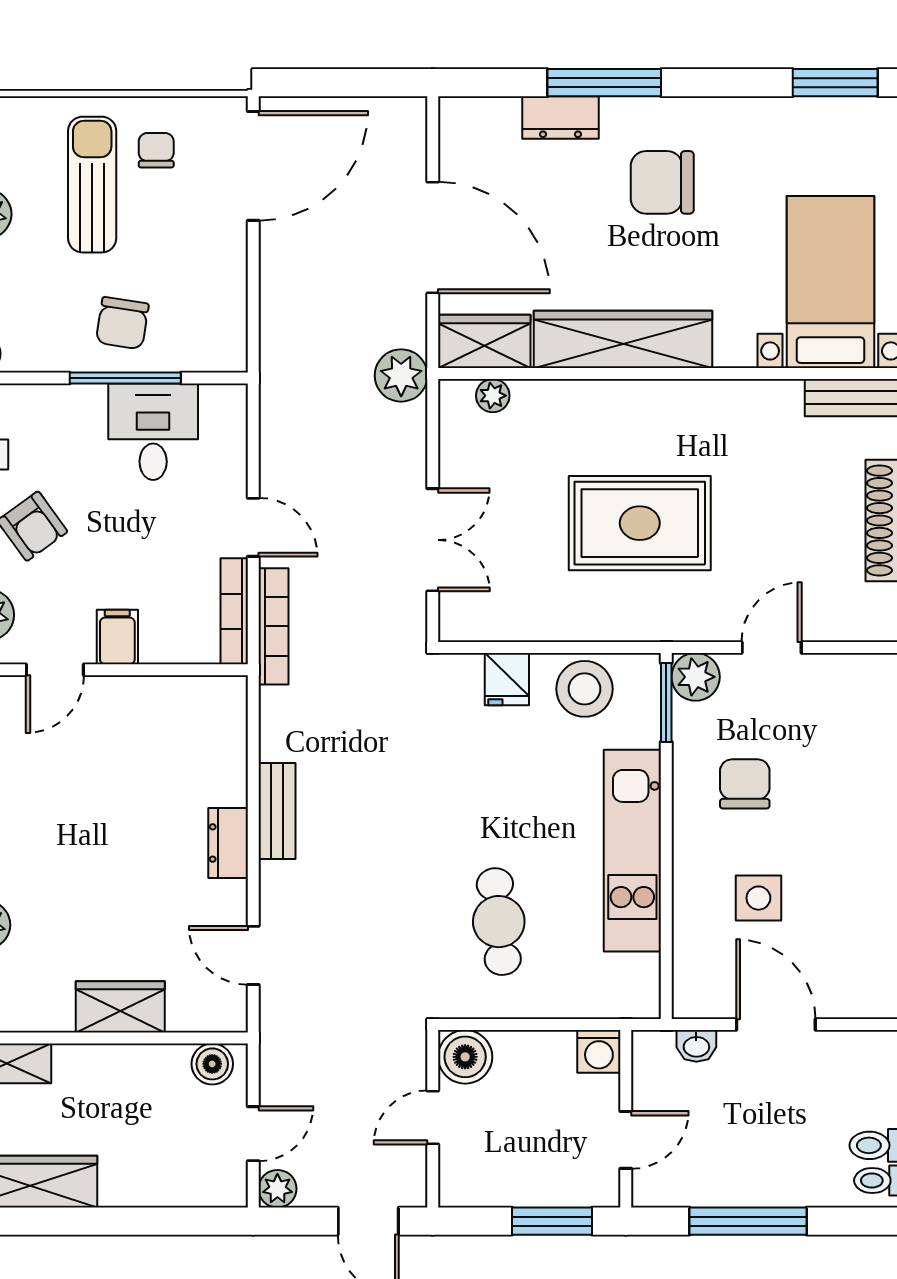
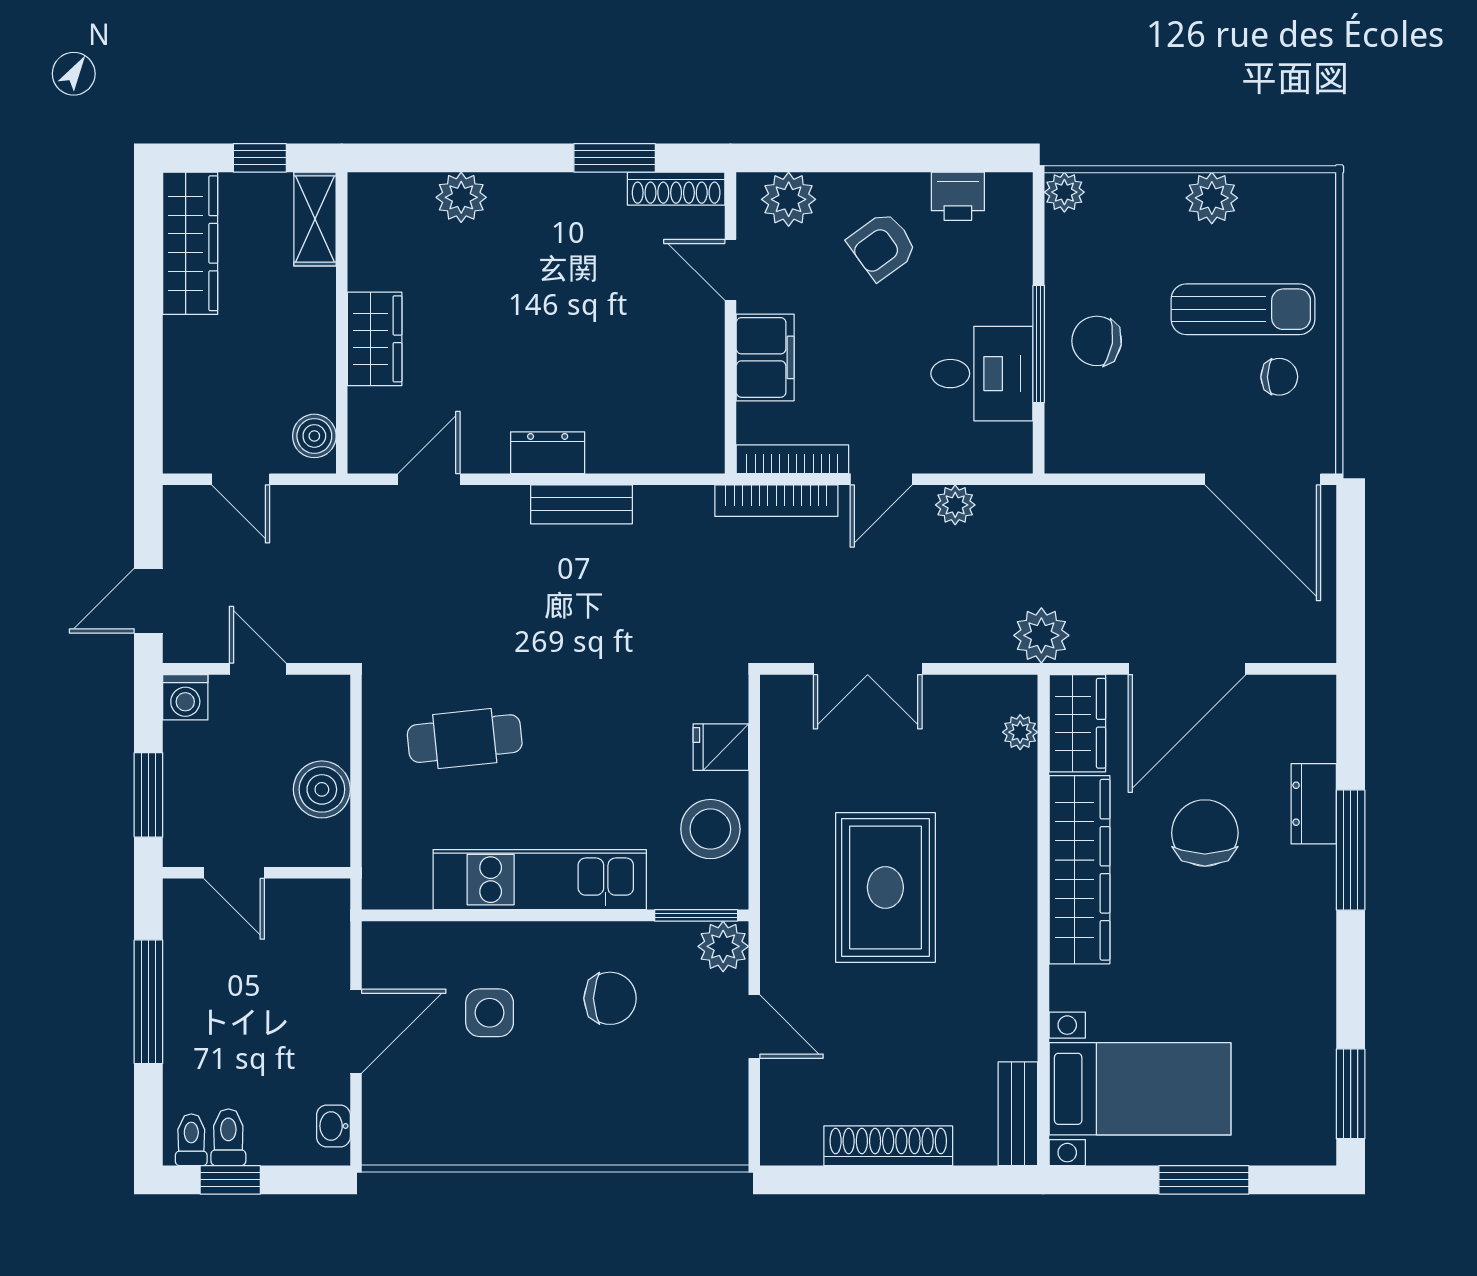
chair: (662, 182) -> (1205, 833), moved
filing cabinet: (117, 637) -> (765, 357), width x2.00
washbasin: (696, 1046) -> (333, 1126), moved
washing machine: (599, 1051) -> (185, 697), moved, turned -90
boiler: (465, 1057) -> (322, 789), moved
plant: (277, 1189) -> (955, 505), moved

